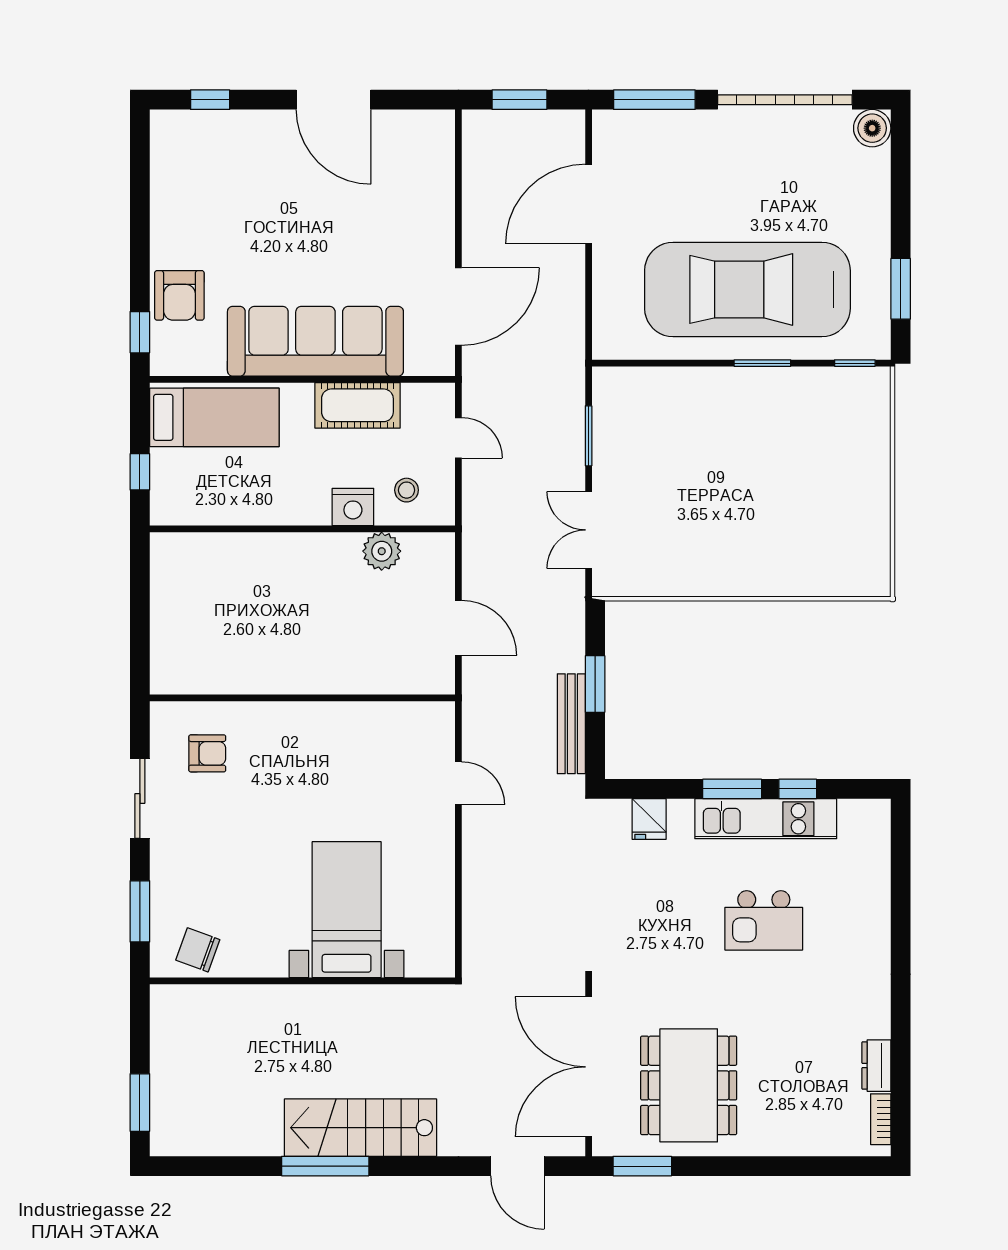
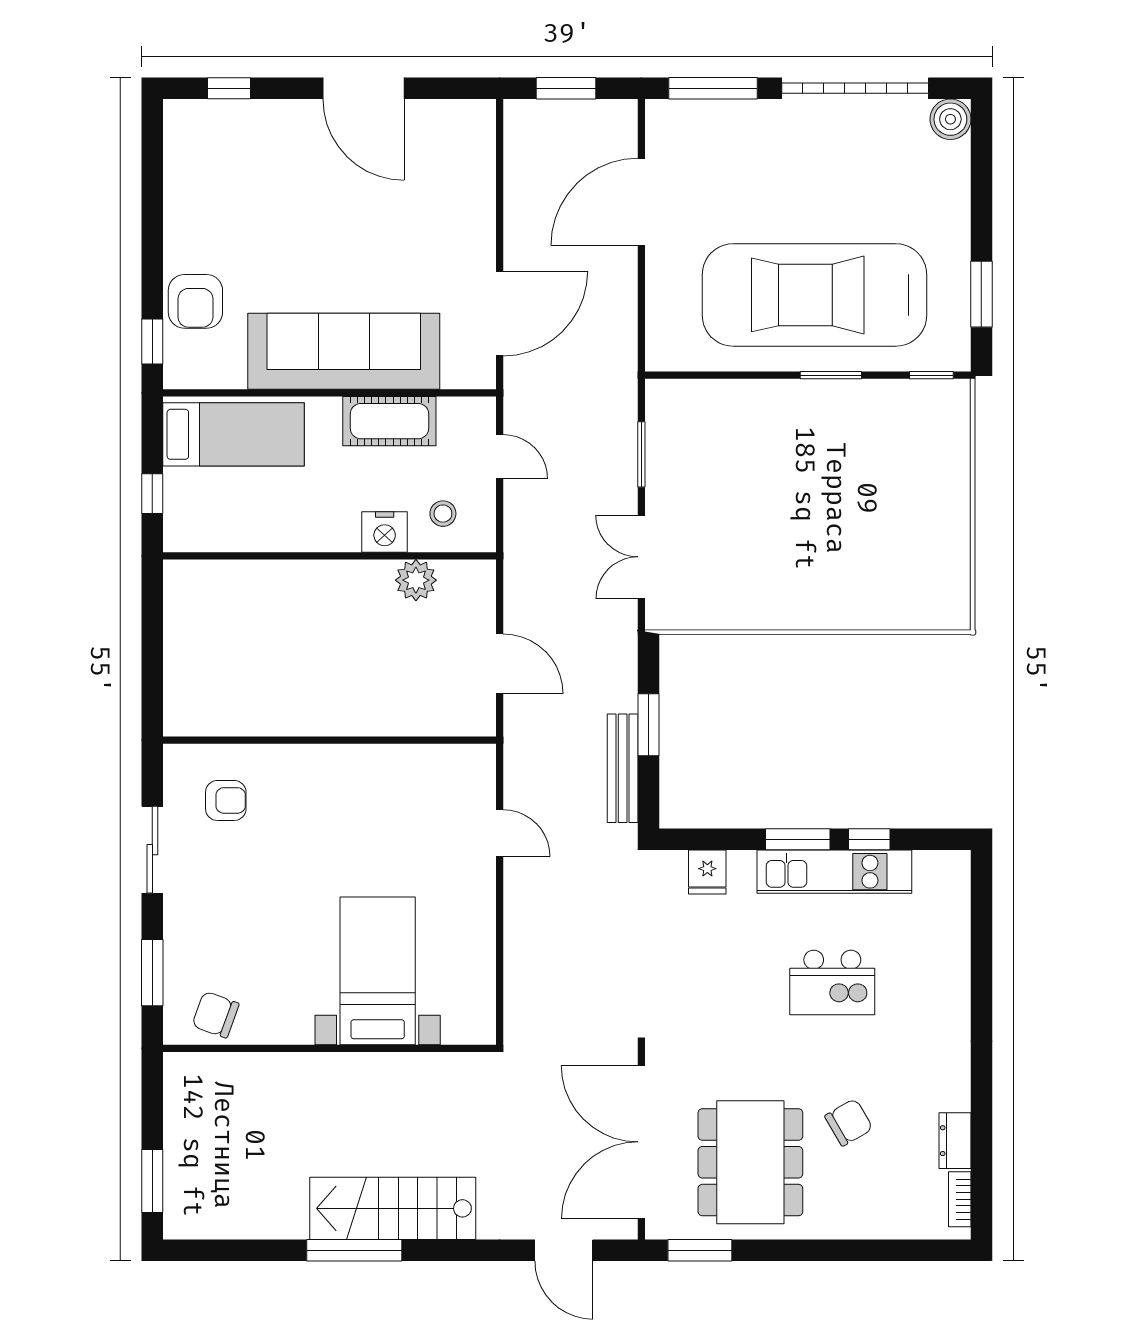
chair: (779, 1049) -> (849, 1122), added

